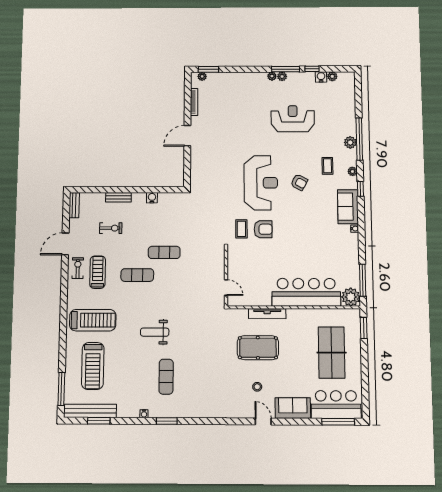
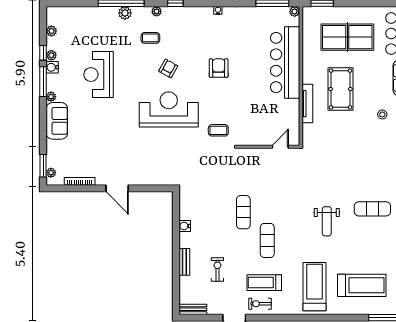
plant: (282, 76) -> (51, 55), moved
water cooler: (321, 77) -> (52, 67), moved
sofa: (348, 207) -> (57, 121), moved, turned -90
armchair: (263, 229) -> (219, 68), moved
plant: (351, 297) -> (295, 12), width x0.53, depth x0.53
pool table: (258, 348) -> (340, 89), moved

